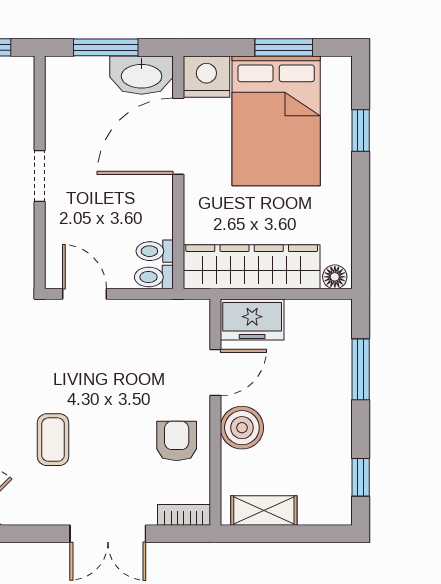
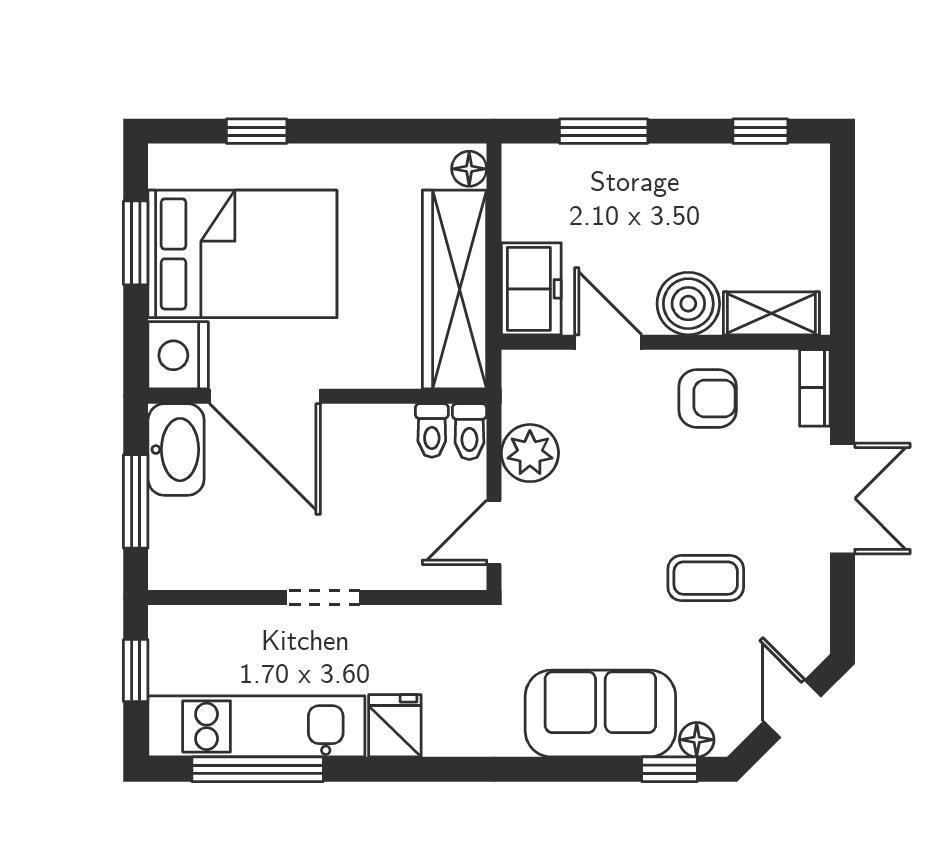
plant: (139, 319) -> (530, 453), added
armchair: (177, 441) -> (708, 399), turned 180
shelving: (264, 511) -> (771, 313), moved, turned 90

